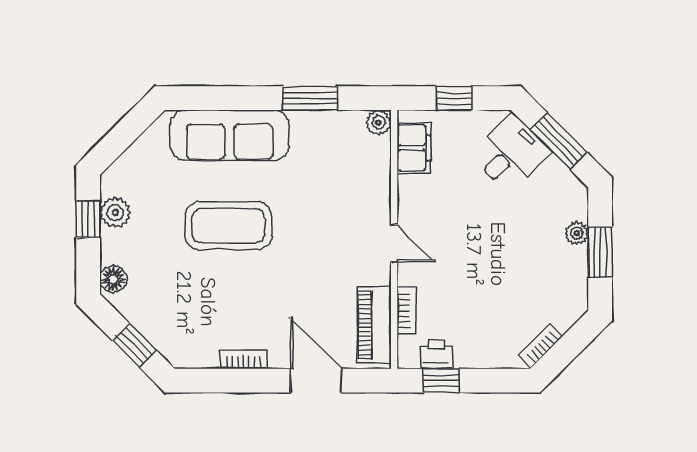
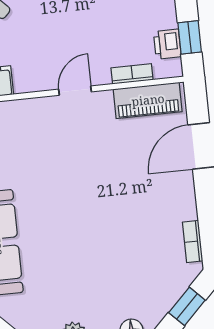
coffee table: (228, 226) -> (75, 236), removed
bookcase: (244, 360) -> (193, 242), moved

